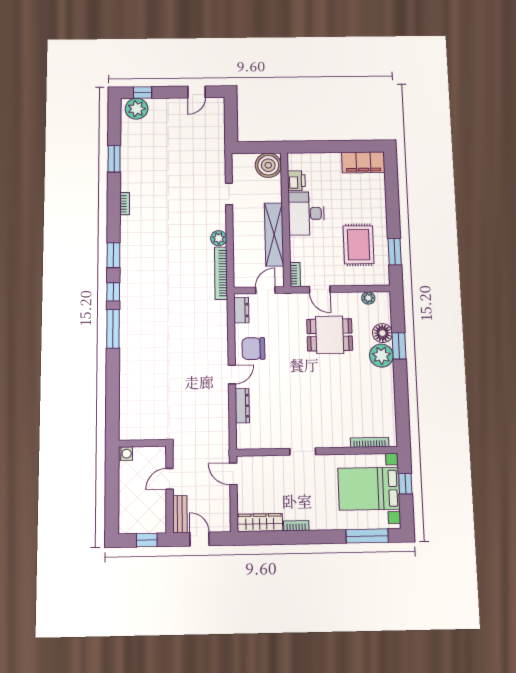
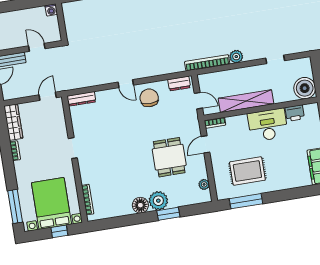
window: (395, 252) -> (246, 201), width x1.44
floor lamp: (382, 333) -> (140, 205), moved
dresser: (242, 406) -> (81, 99), moved

